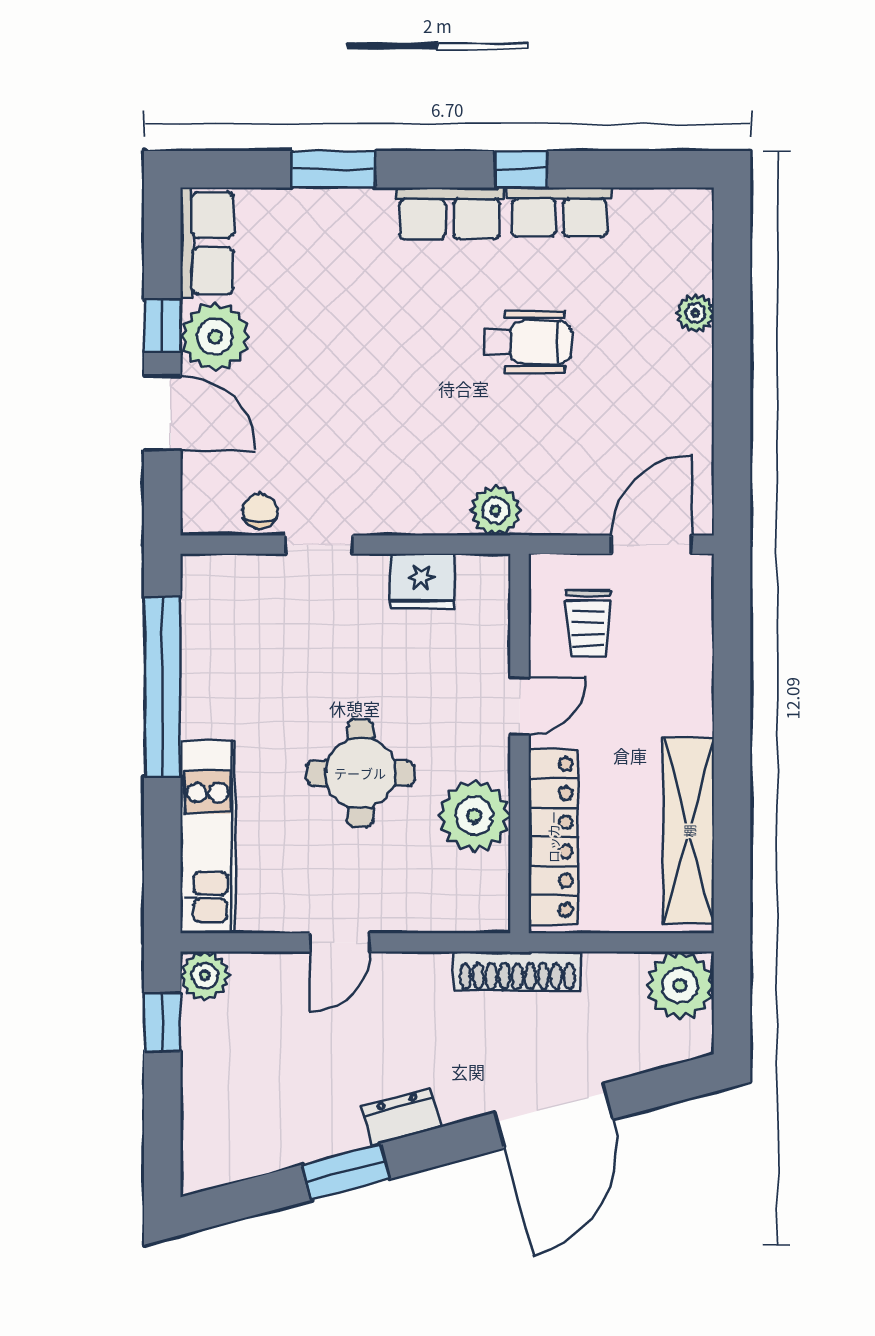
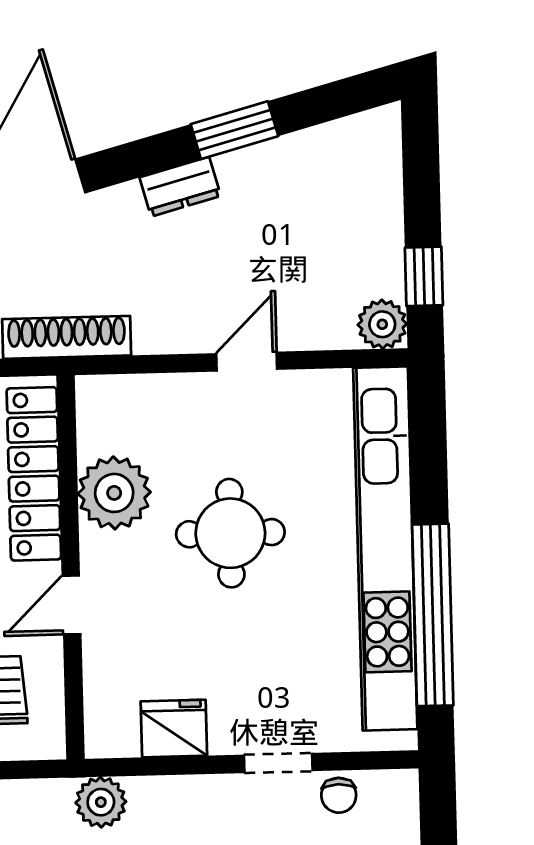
kitchen unit: (208, 837) -> (385, 549), width x1.86

